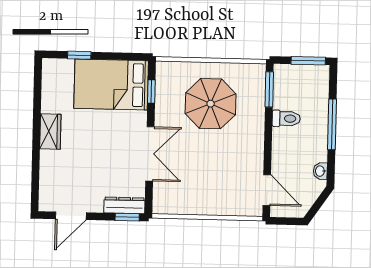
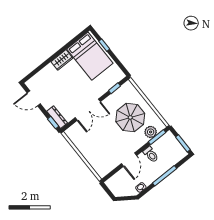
bed: (111, 85) -> (90, 56), moved, turned 180
plant: (255, 92) -> (151, 132), added
door: (267, 190) -> (129, 160), moved

